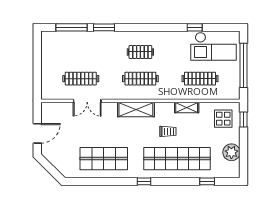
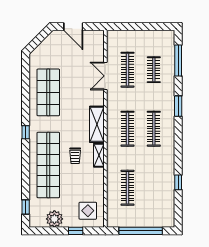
window: (104, 27) -> (178, 106), moved
checkout: (214, 46) -> (159, 201), removed
clothes rail: (81, 52) -> (154, 70), added
clothes rail: (140, 52) -> (154, 129), width x1.36
shelving: (187, 107) -> (99, 155), moved
window: (243, 120) -> (76, 231), moved
window: (207, 181) -> (26, 207), moved

